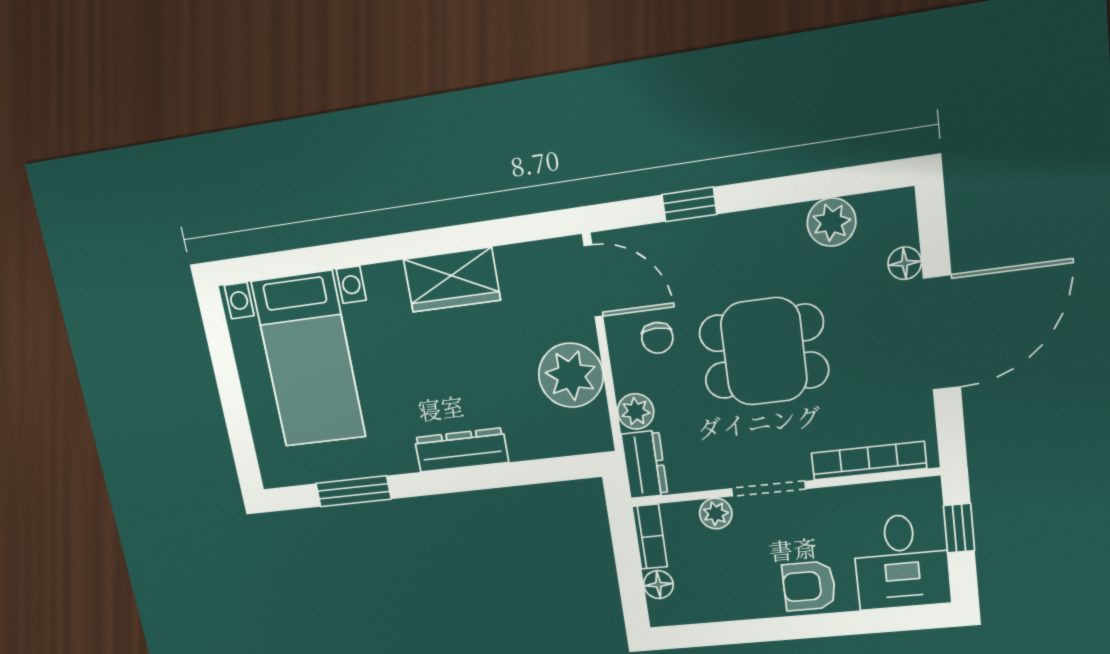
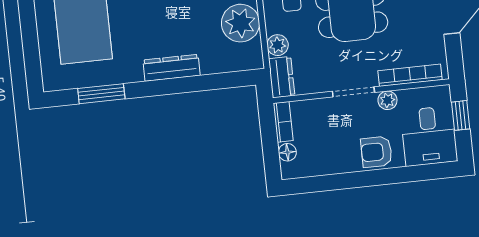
plant: (716, 514) -> (387, 100), moved

